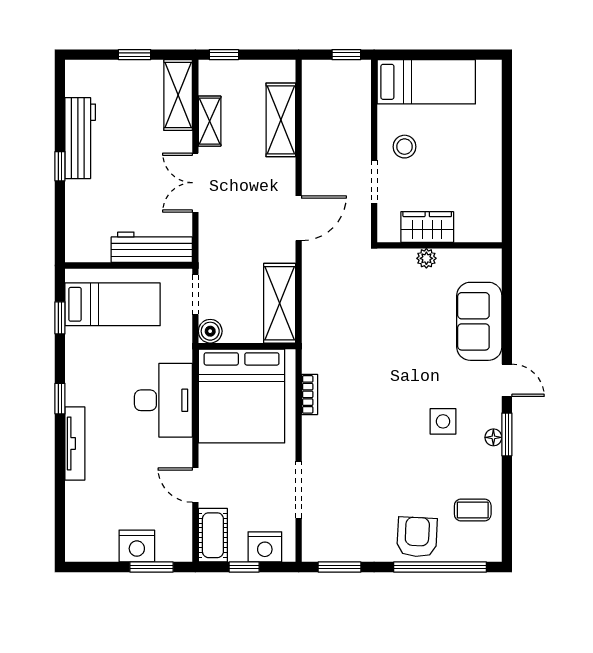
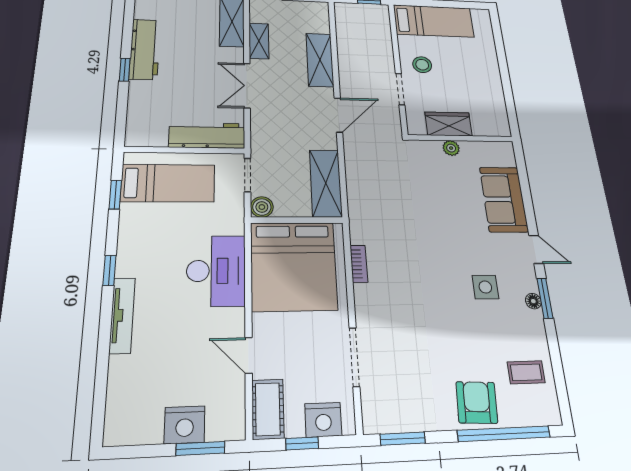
shelving: (281, 120) -> (320, 60), moved

